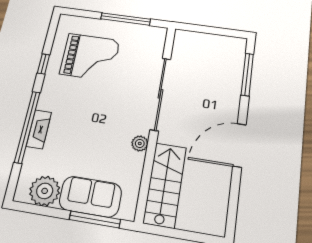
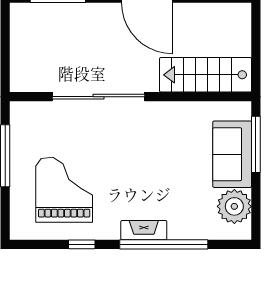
fireplace: (39, 129) -> (144, 230), moved
plant: (140, 143) -> (163, 110), removed

